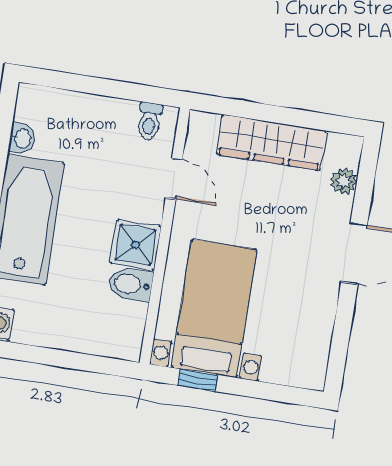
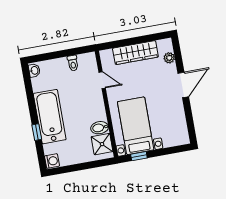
toilet: (149, 121) -> (73, 63), moved
washbasin: (22, 138) -> (34, 70), moved
shower: (136, 245) -> (102, 144), moved

